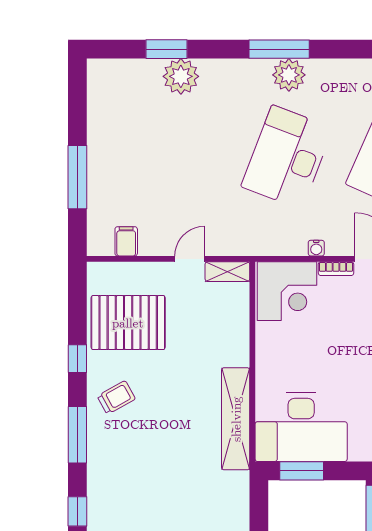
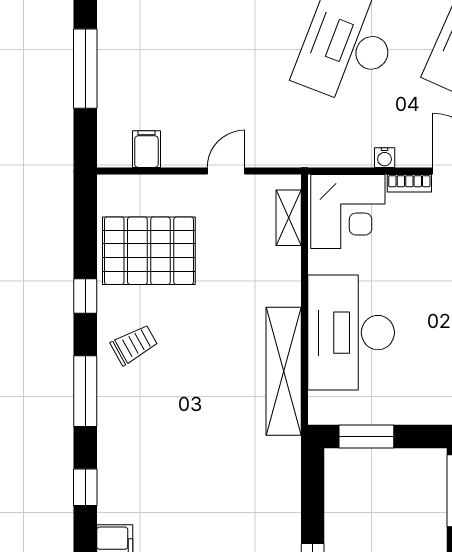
shelving: (227, 272) -> (289, 218), moved, turned 90
desk: (301, 427) -> (351, 333), moved, turned 90

